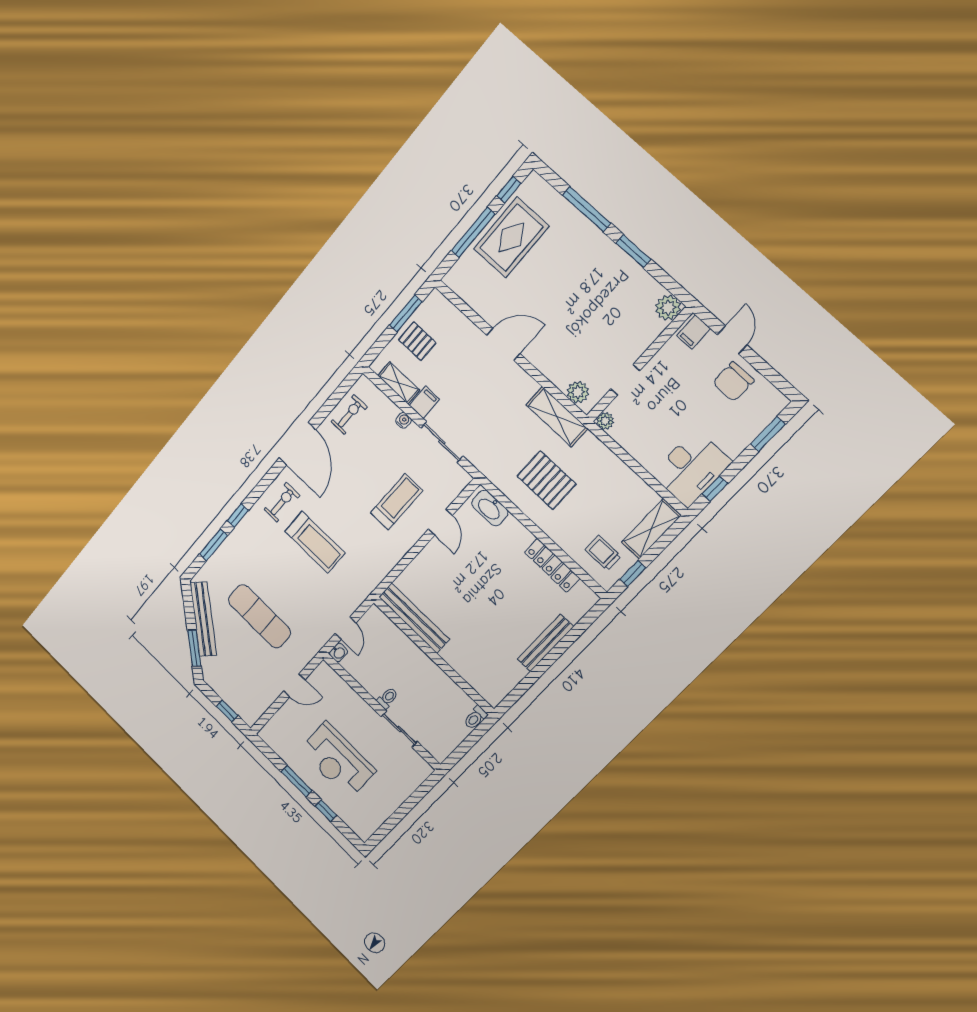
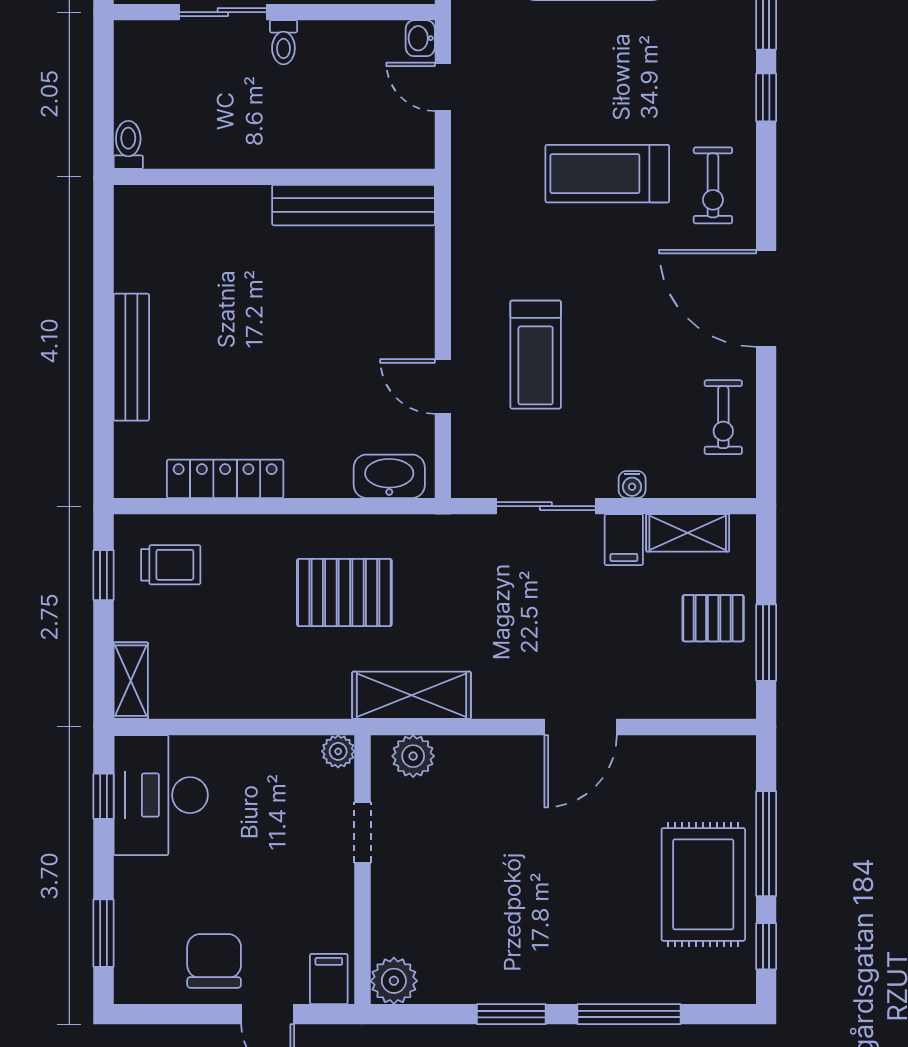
shelving: (651, 529) -> (131, 681), width x0.67, depth x0.75

